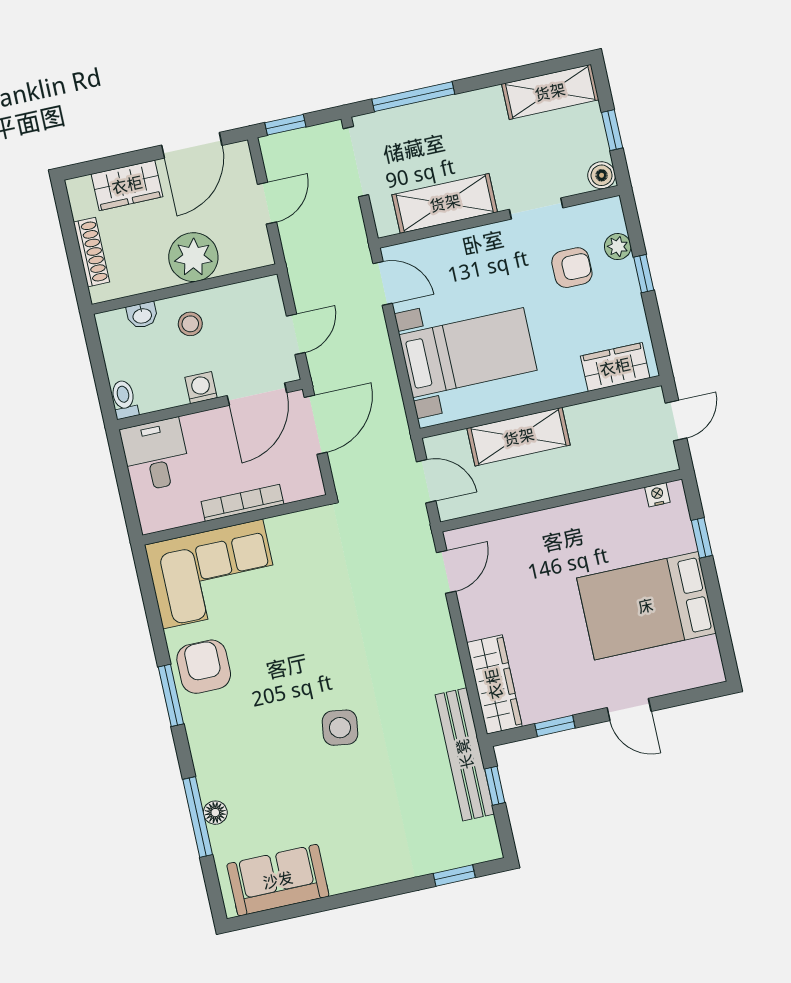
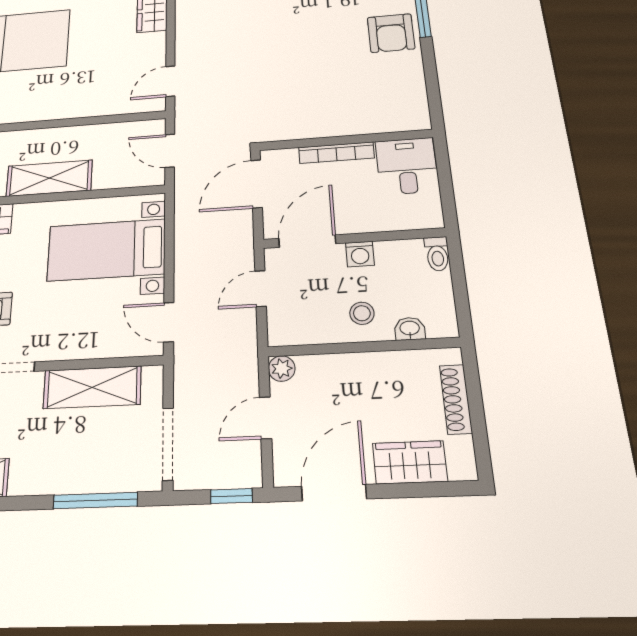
plant: (193, 257) -> (282, 369), moved, width x0.53, depth x0.53
door: (316, 425) -> (257, 184), moved
shelving: (519, 437) -> (49, 178), moved
desk: (156, 455) -> (407, 166), moved, turned 180
corner sofa: (213, 574) -> (372, 100), removed

